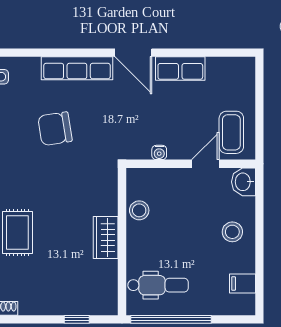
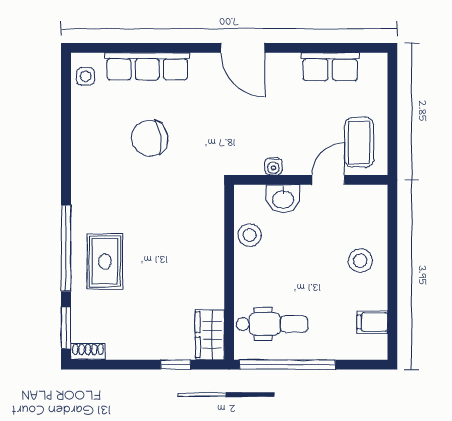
row of seats: (77, 68) -> (147, 66), moved
row of seats: (180, 69) -> (330, 67), moved
washbasin: (243, 182) -> (283, 199), moved, turned -90
wardrobe: (106, 237) -> (210, 335), moved

